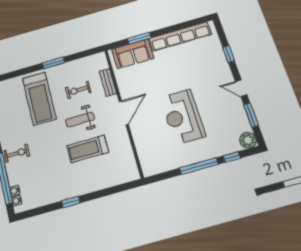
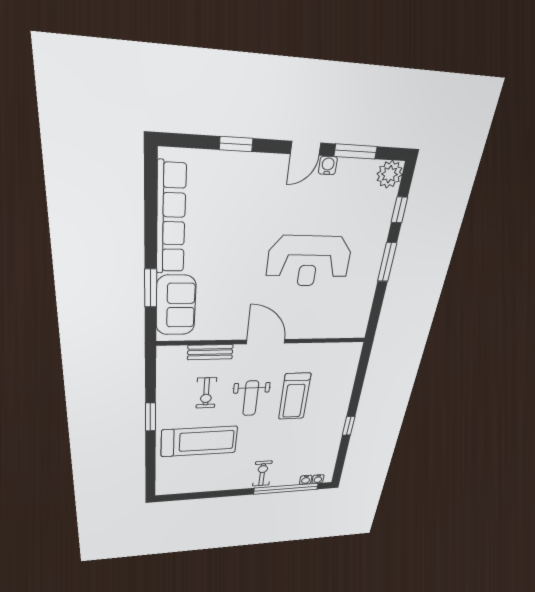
water cooler: (238, 104) -> (328, 165), added
window: (199, 166) -> (387, 262), width x0.69

